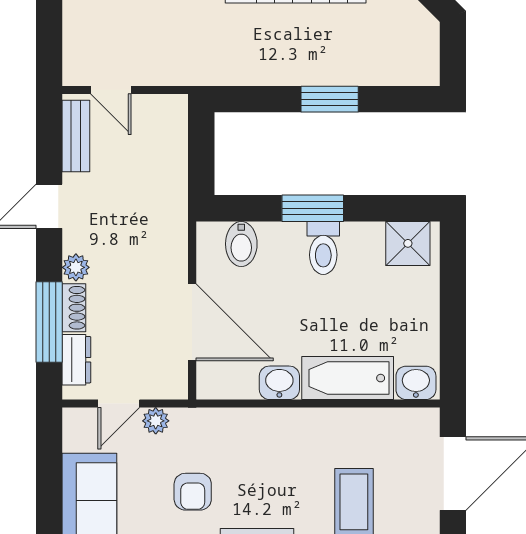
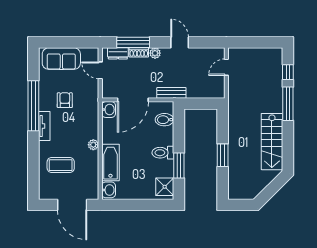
bench: (76, 136) -> (171, 93), moved
window: (313, 208) -> (179, 166), moved
washbasin: (279, 383) -> (109, 110), moved
plant: (156, 421) -> (93, 145), moved
armchair: (193, 492) -> (65, 100), turned 90

